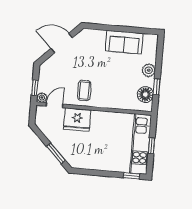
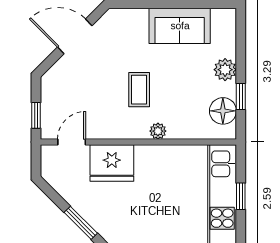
coffee table: (84, 90) -> (139, 90), moved
plant: (42, 98) -> (158, 131), moved

